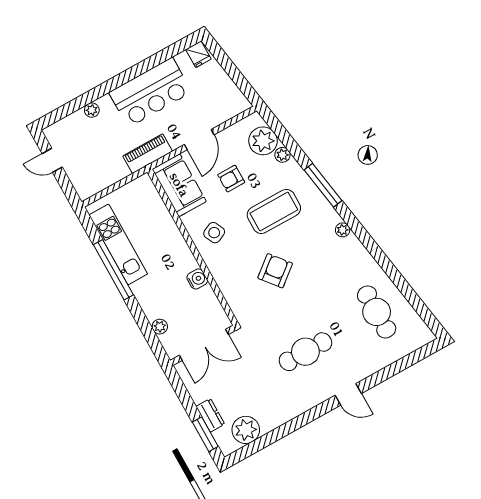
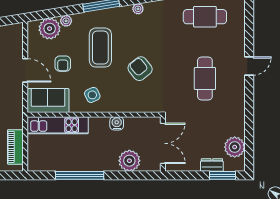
piano: (148, 154) -> (15, 147), moved
kitchen unit: (118, 244) -> (58, 125), moved, turned 180
plant: (160, 327) -> (129, 161), width x1.87, depth x1.87

